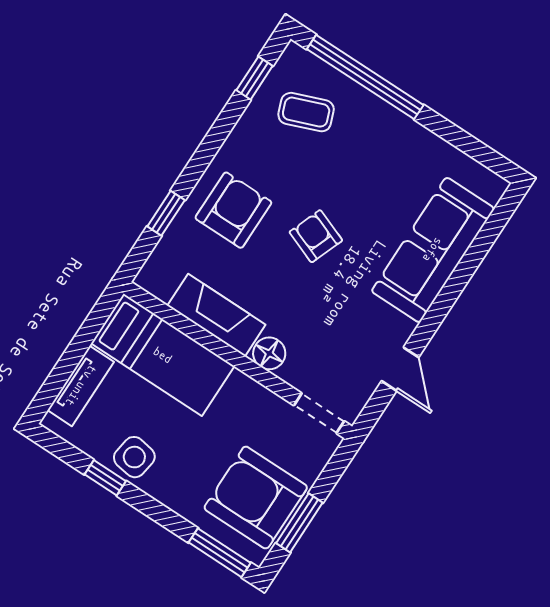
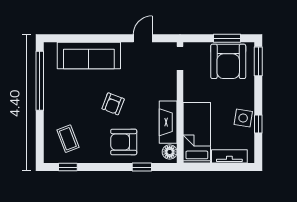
window: (365, 77) -> (40, 81), moved
floor lamp: (269, 353) -> (170, 152), moved

